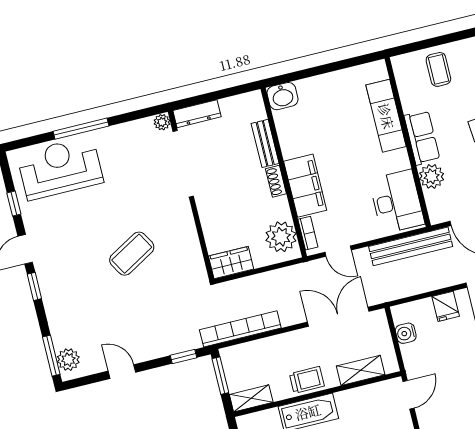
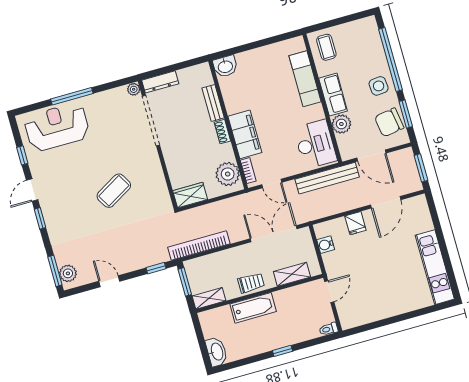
coffee table: (438, 69) -> (326, 47), moved

